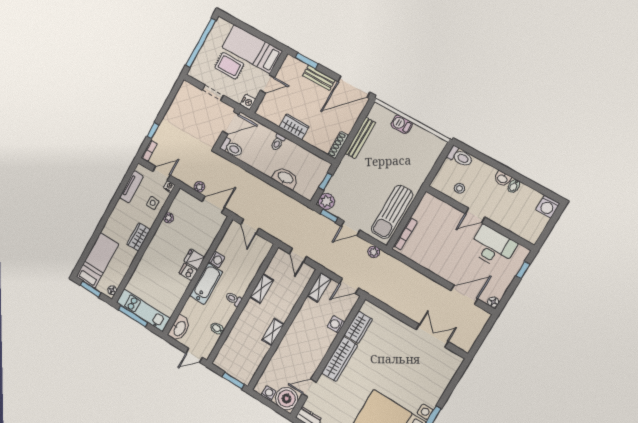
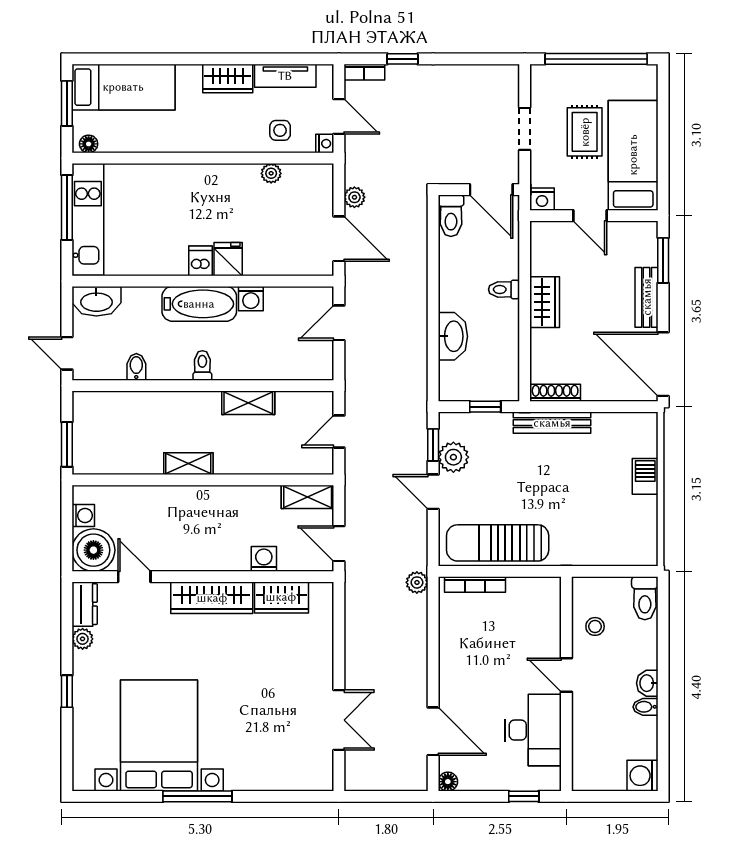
bench: (360, 138) -> (552, 423), moved
plant: (326, 201) -> (453, 457), moved
wardrobe: (139, 237) -> (228, 78), moved, turned 180
plant: (374, 252) -> (417, 582), moved

